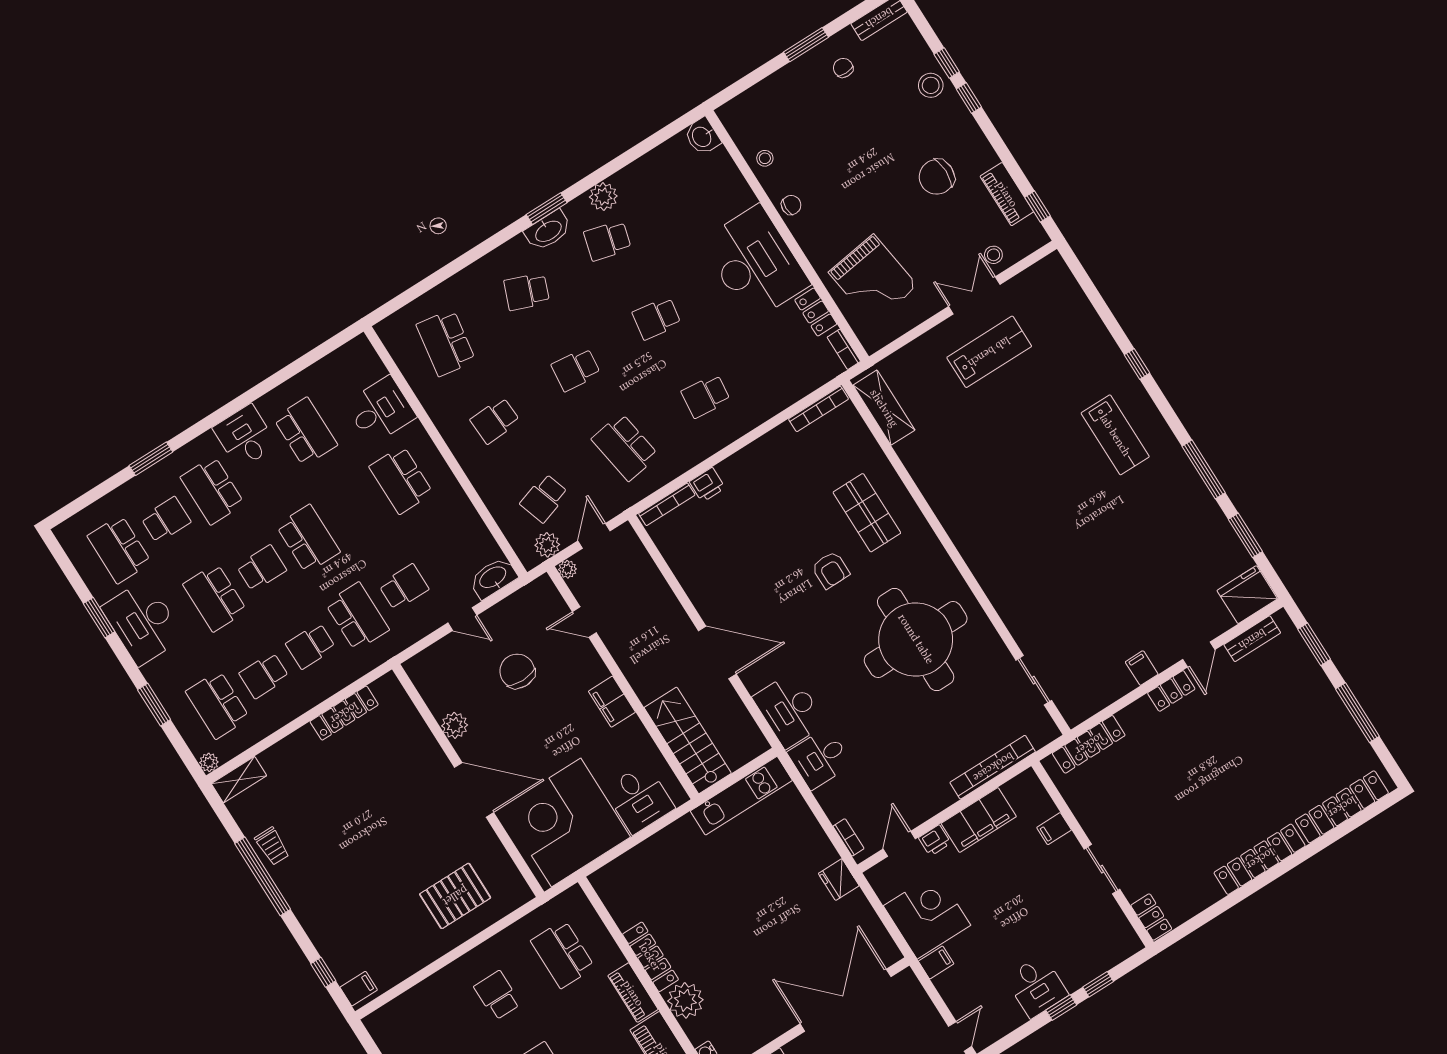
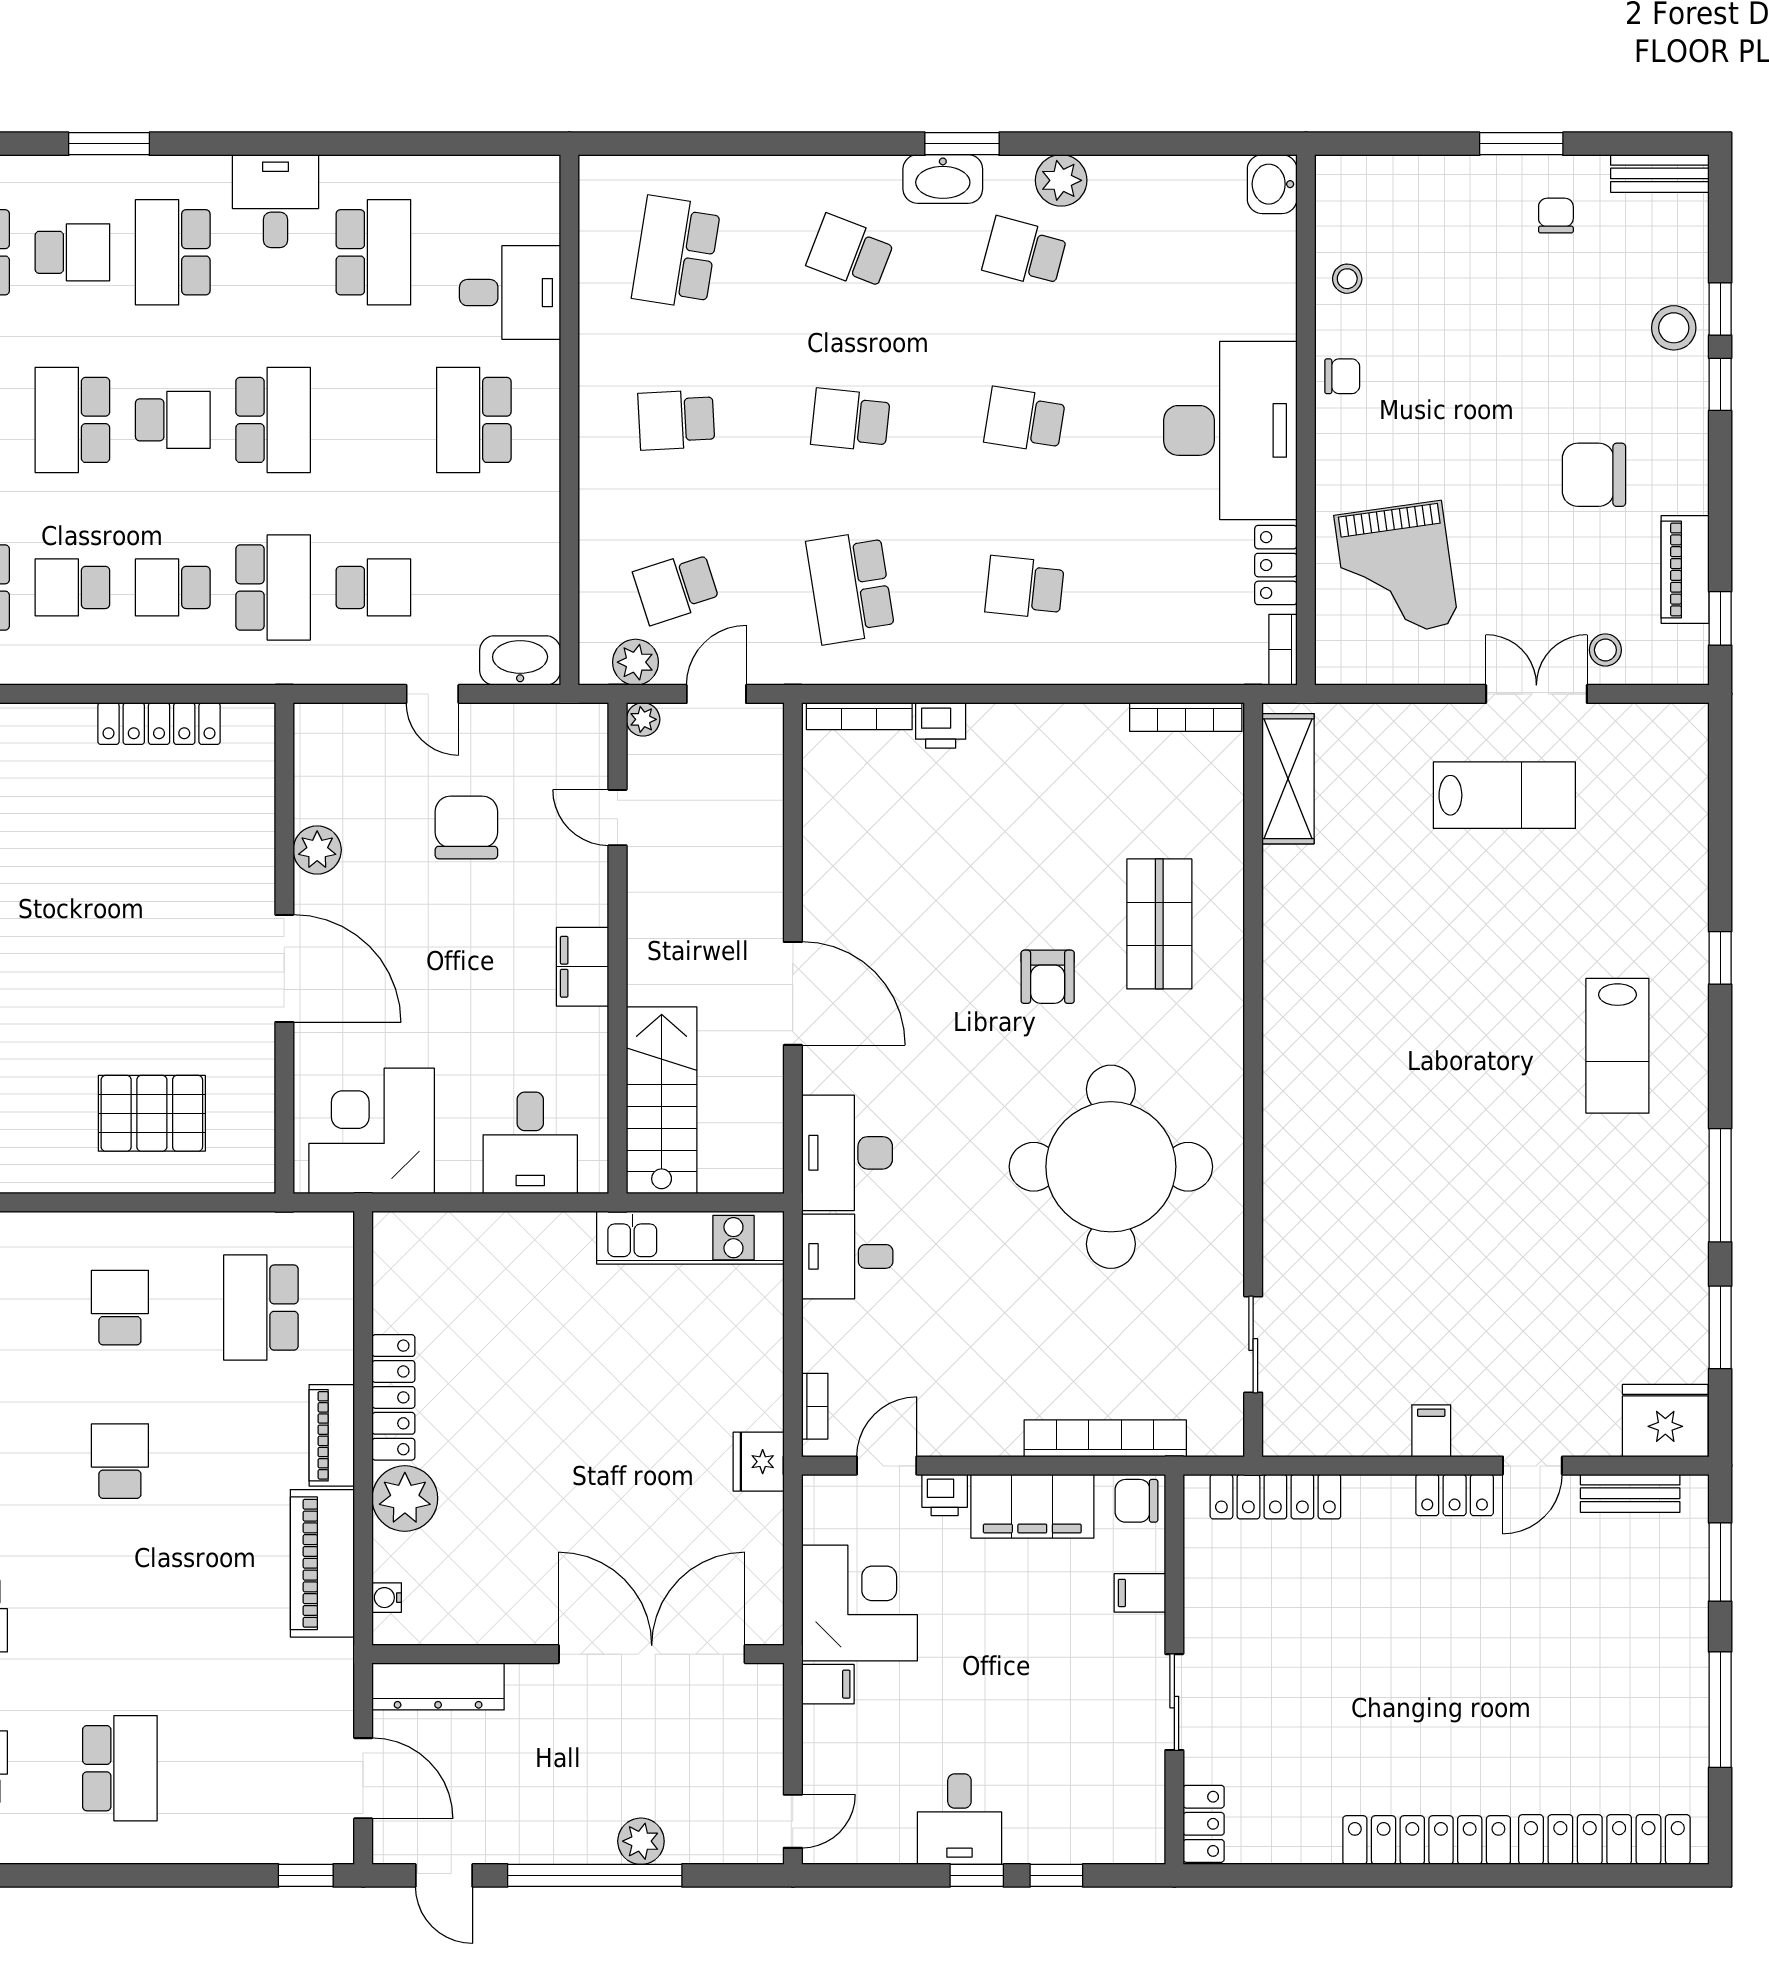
chair: (1025, 787) -> (1136, 1501), added
corner desk: (566, 823) -> (372, 1131), width x0.74, depth x0.74

